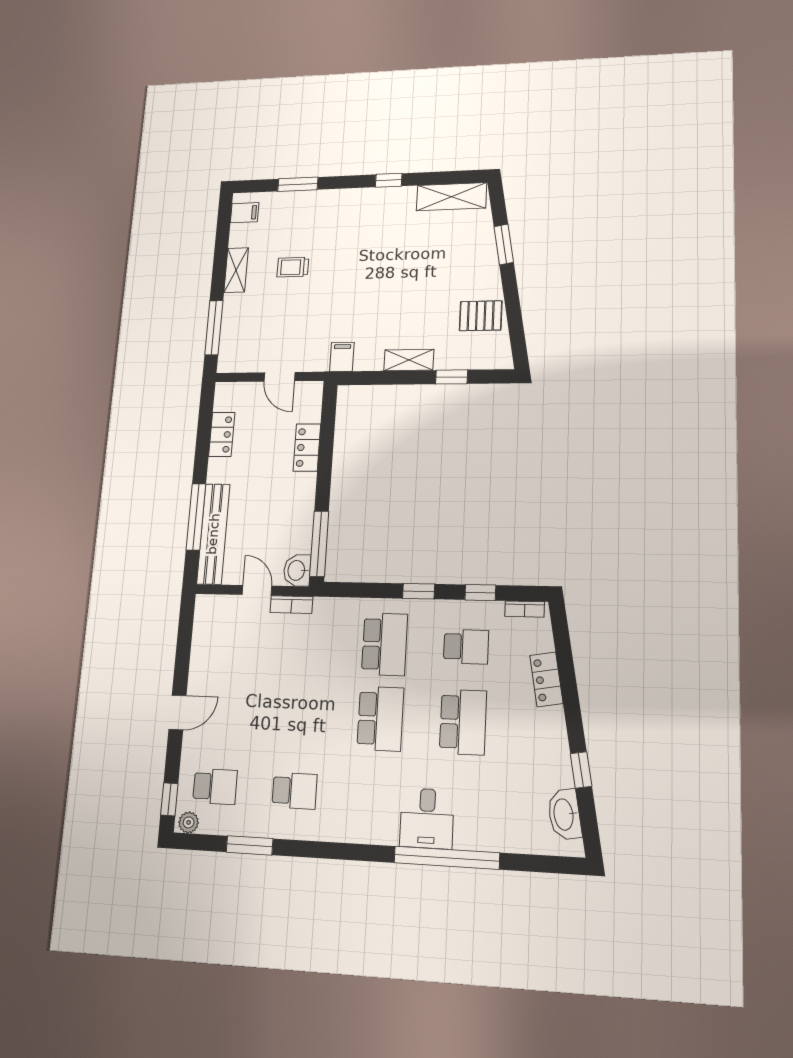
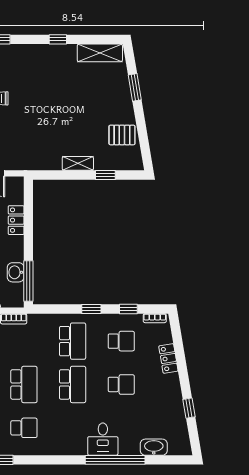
filing cabinet: (342, 357) -> (35, 161), removed
washbasin: (297, 570) -> (16, 272), moved
school desk: (300, 715) -> (24, 384), added
school desk: (463, 722) -> (121, 384), width x0.54
washbasin: (564, 814) -> (154, 447), moved, turned 100

